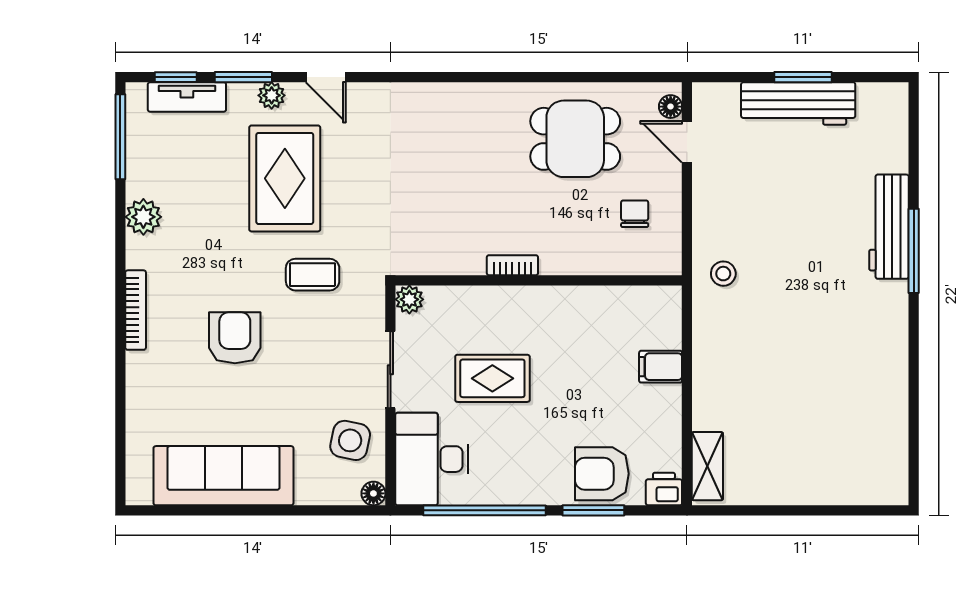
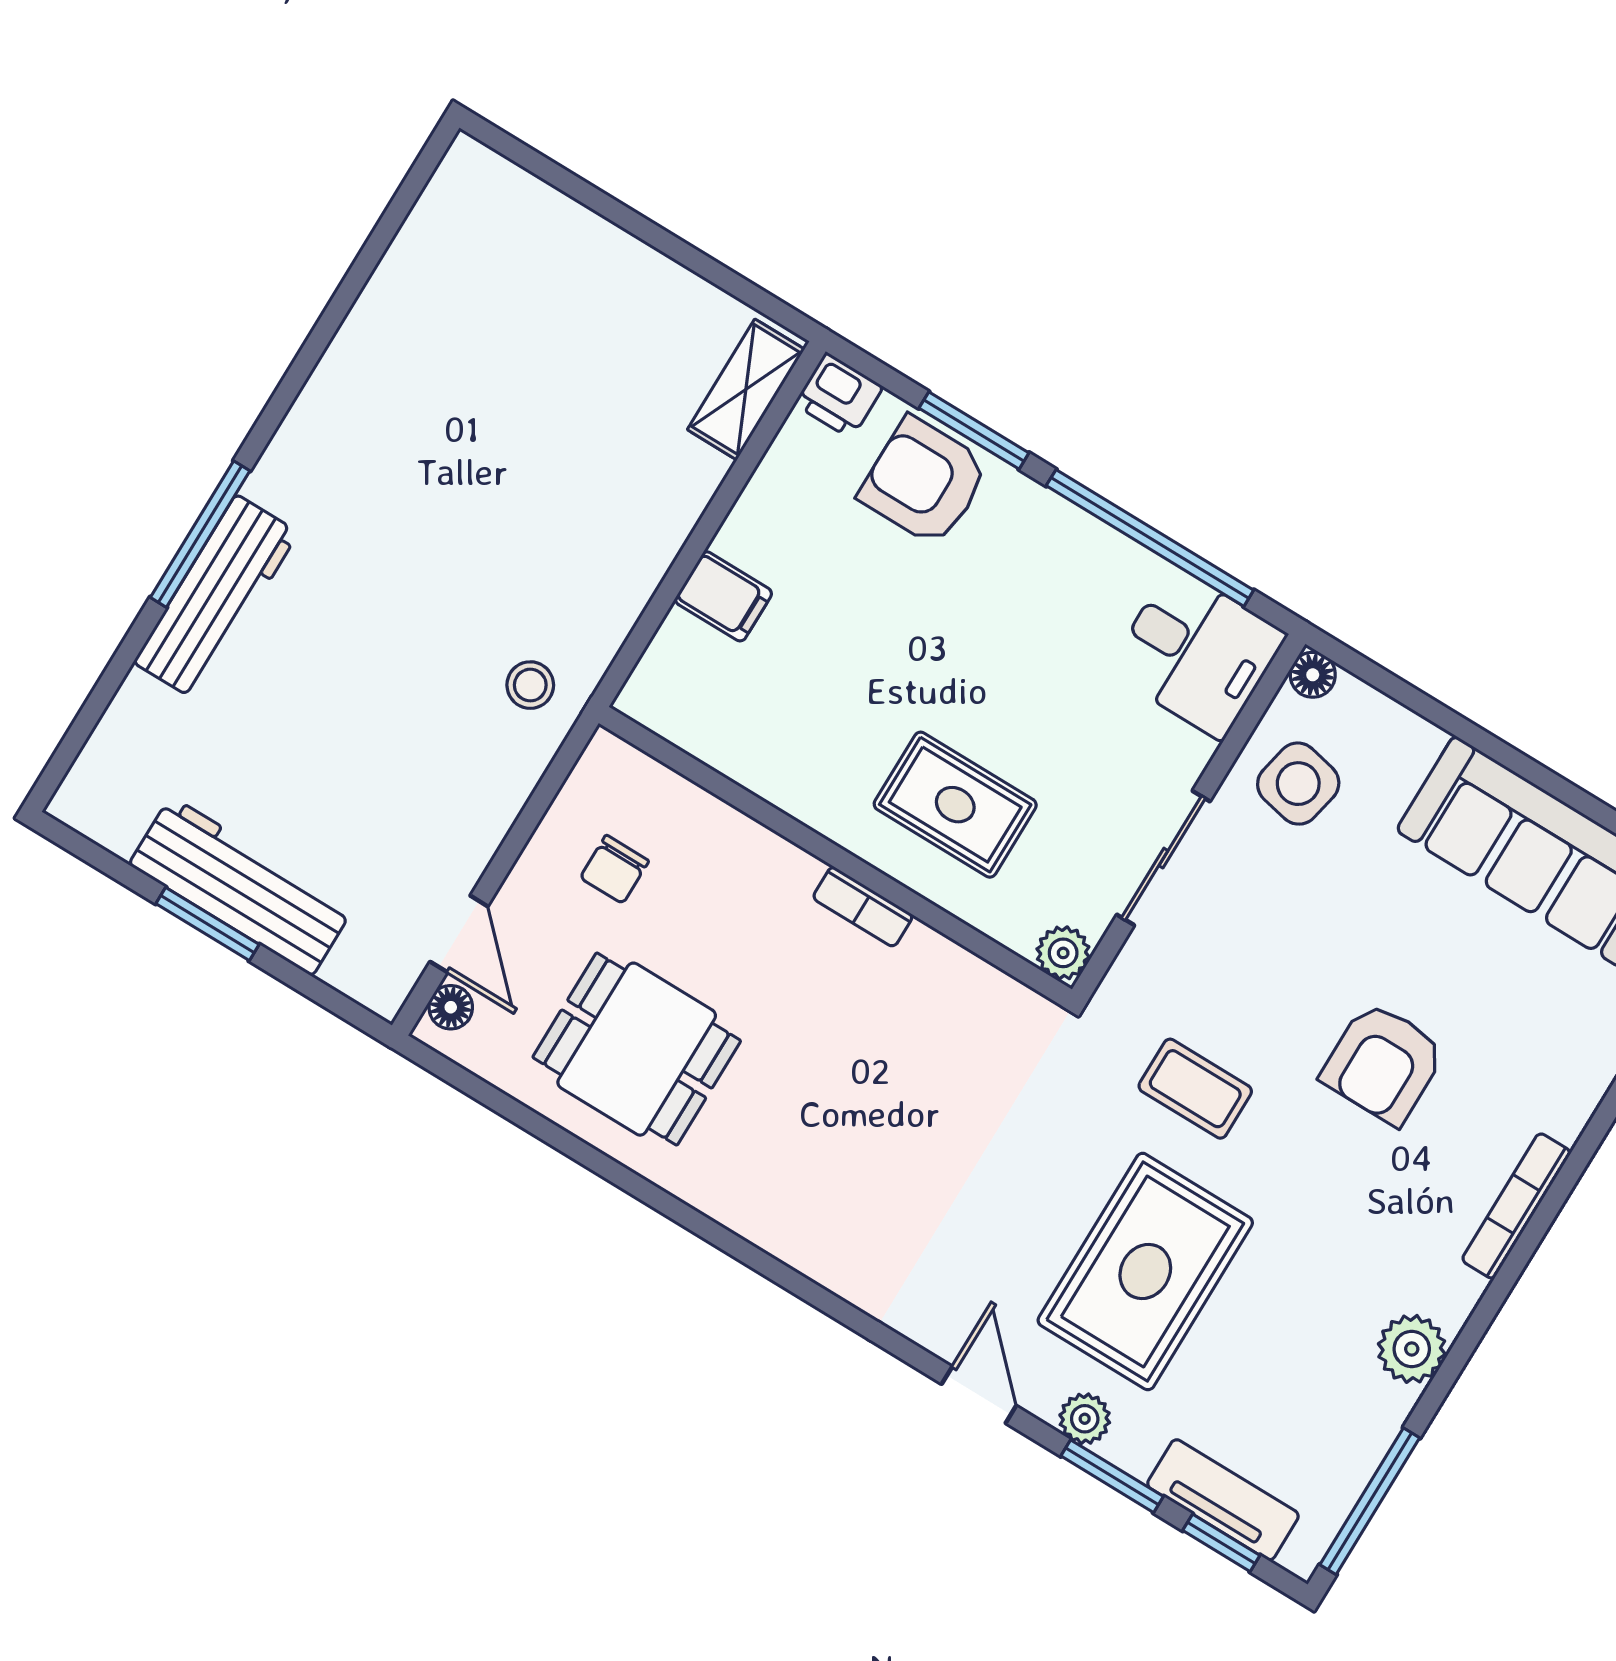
rug: (492, 378) -> (955, 805), moved
desk: (432, 459) -> (1197, 653), width x0.73
armchair: (602, 474) -> (924, 481), turned 180

